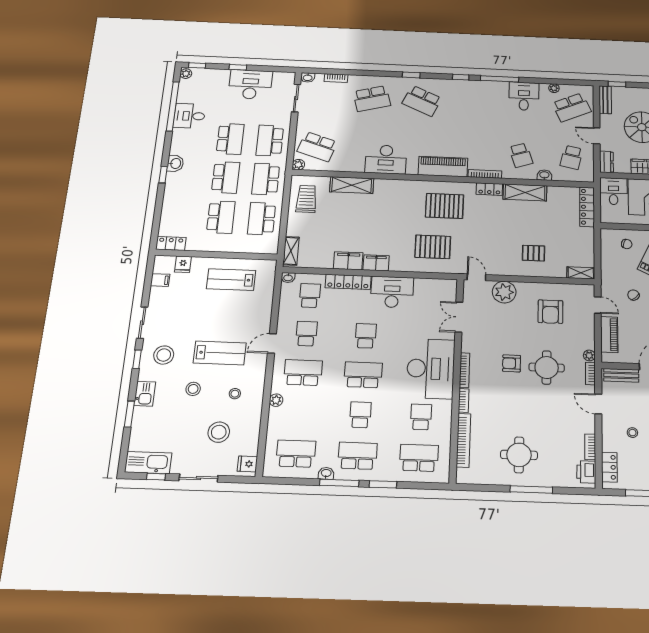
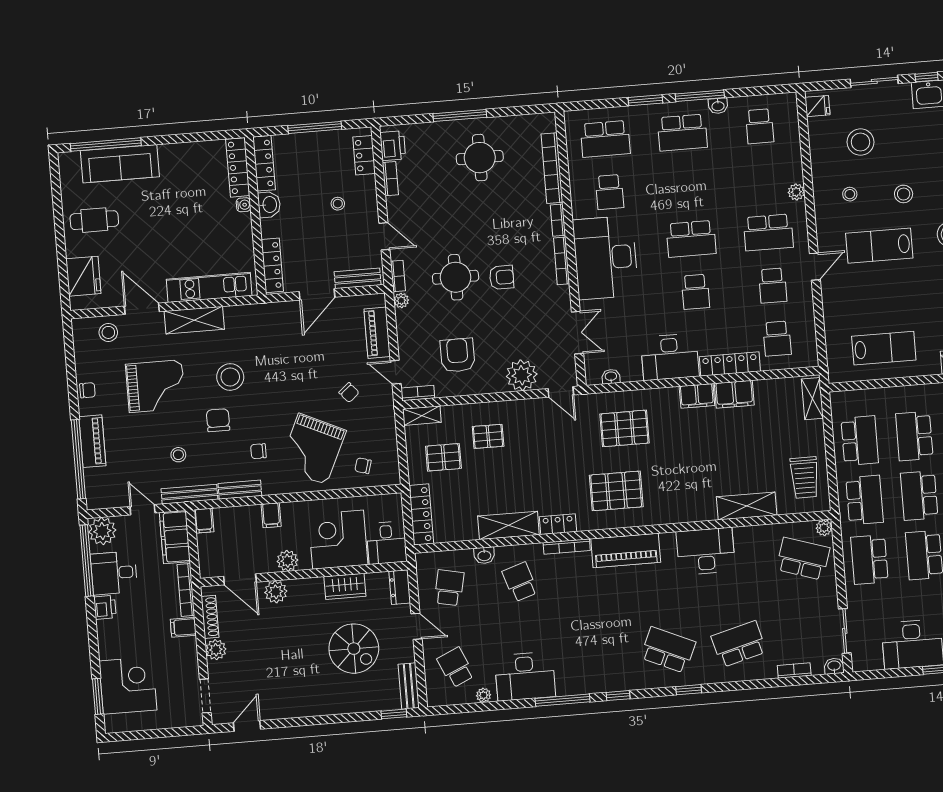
desk: (524, 96) -> (525, 676), width x1.37
school desk: (572, 107) -> (456, 667), width x0.54
school desk: (270, 141) -> (869, 560), turned 180
pallet: (568, 243) -> (443, 457), added
washbasin: (288, 278) -> (611, 377), moved
bookcase: (582, 289) -> (418, 393), added
school desk: (360, 415) -> (687, 186), removed
school desk: (296, 454) -> (760, 126), width x0.54

